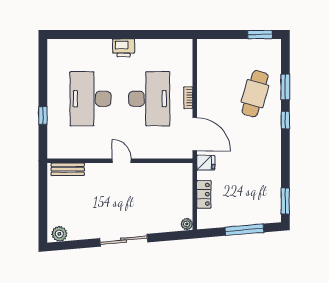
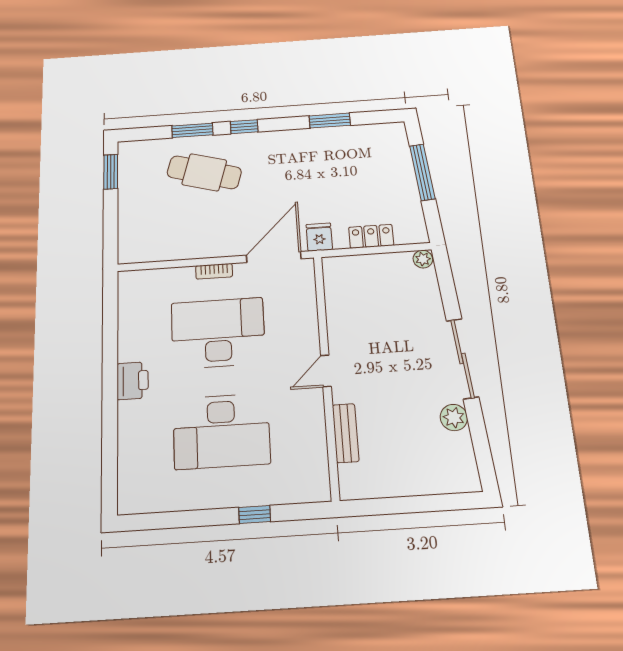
bench: (68, 169) -> (346, 433), moved
window: (285, 201) -> (330, 121), moved
plant: (59, 234) -> (454, 417), moved

